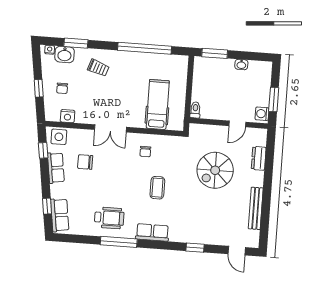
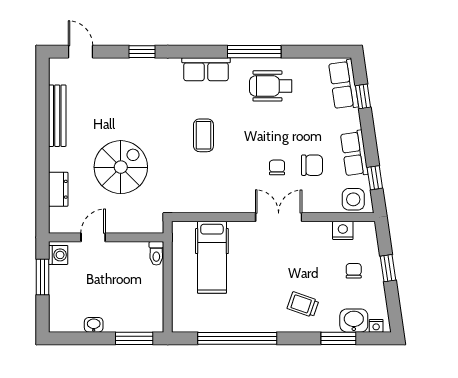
chair: (145, 152) -> (277, 167), moved

